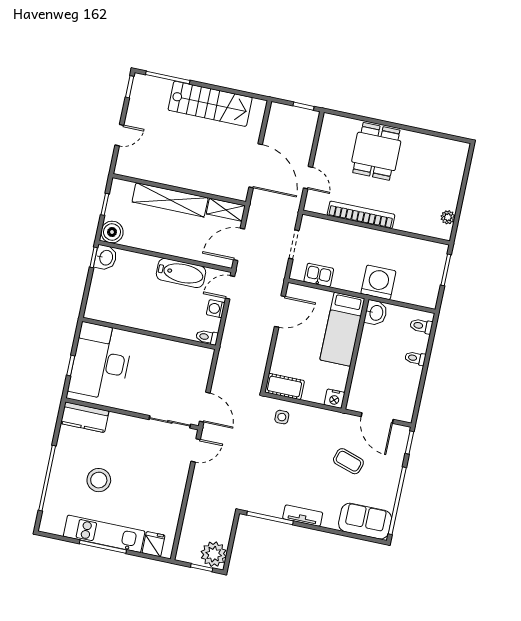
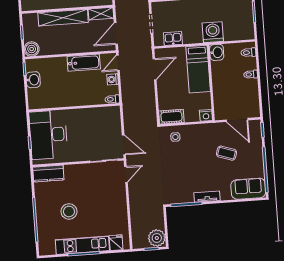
washbasin: (106, 258) -> (33, 80), moved

